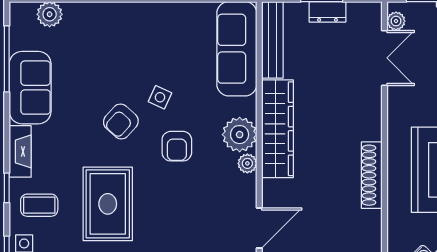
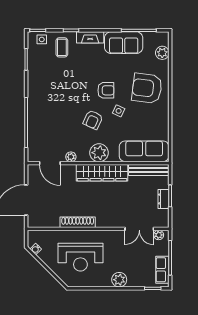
armchair: (117, 43) -> (147, 88), added
armchair: (121, 121) -> (106, 90), turned 138
armchair: (177, 146) -> (93, 120), turned -65
plant: (247, 163) -> (71, 157), moved
rug: (108, 204) -> (63, 83), removed

